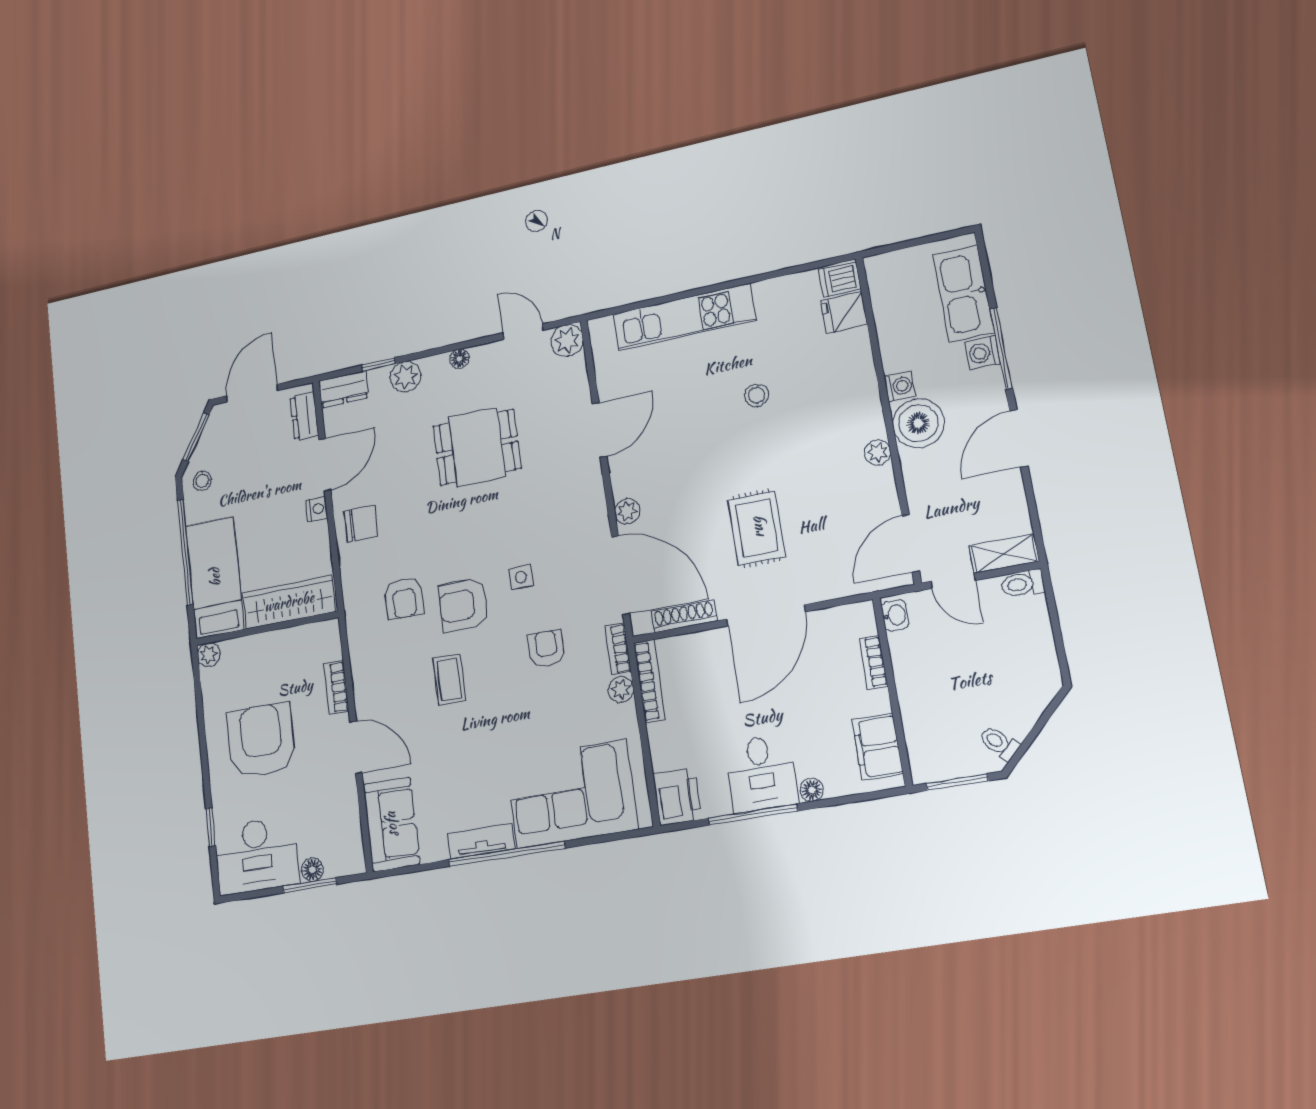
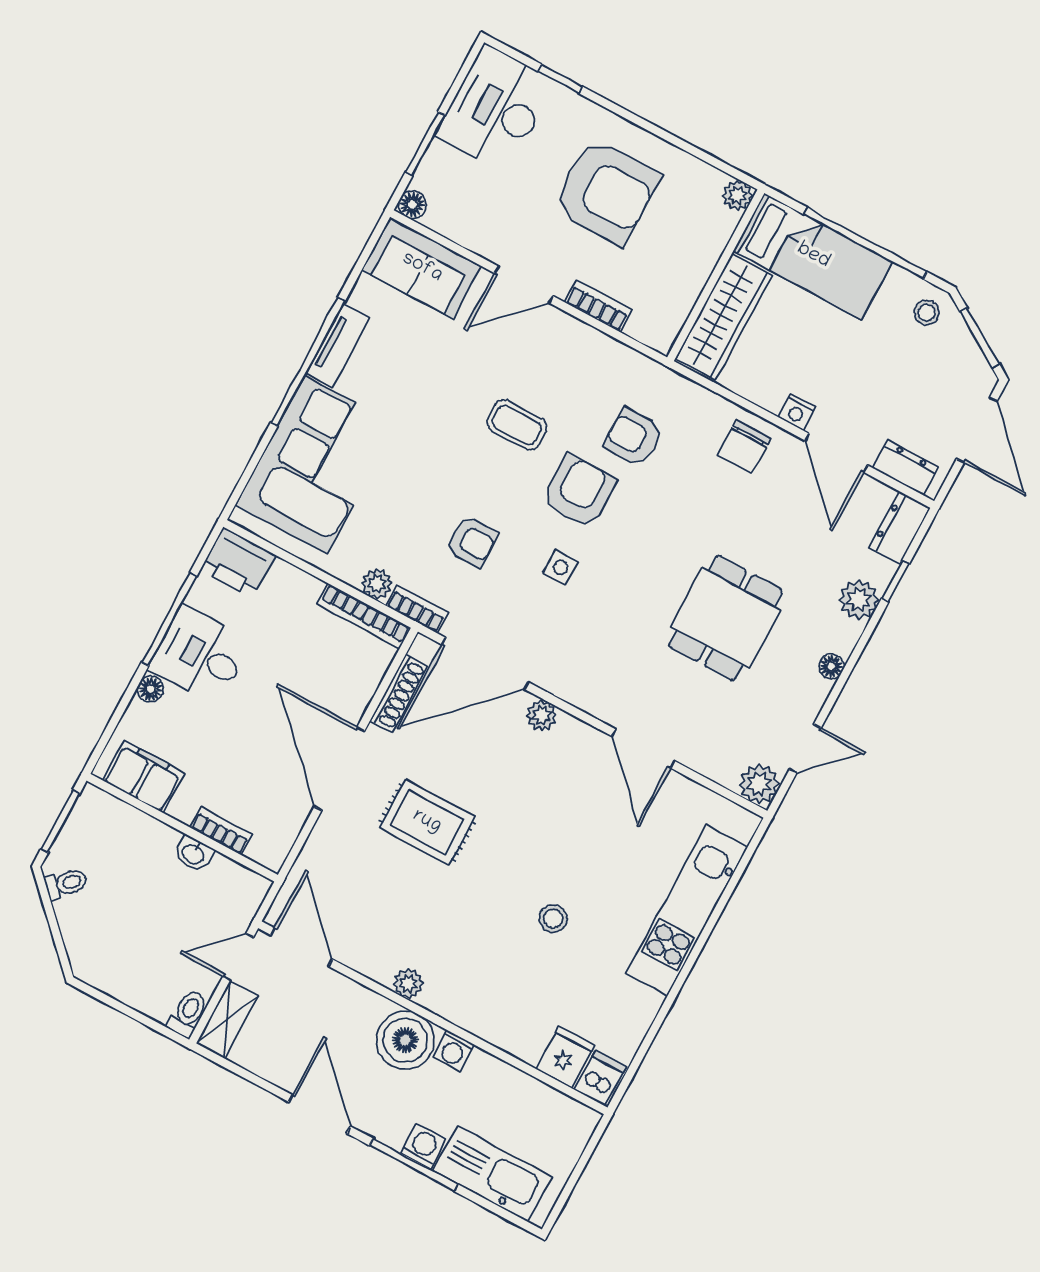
washbasin: (895, 615) -> (193, 854), moved
floor lamp: (312, 870) -> (412, 205), moved

